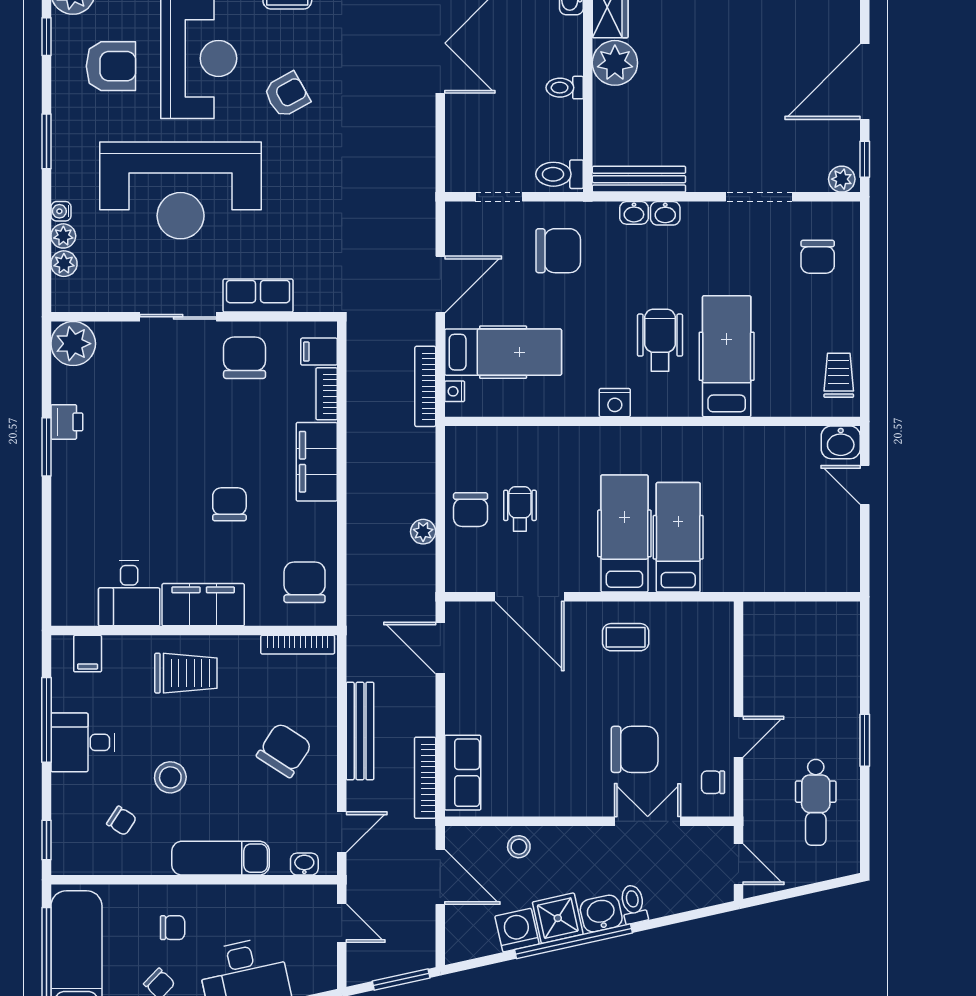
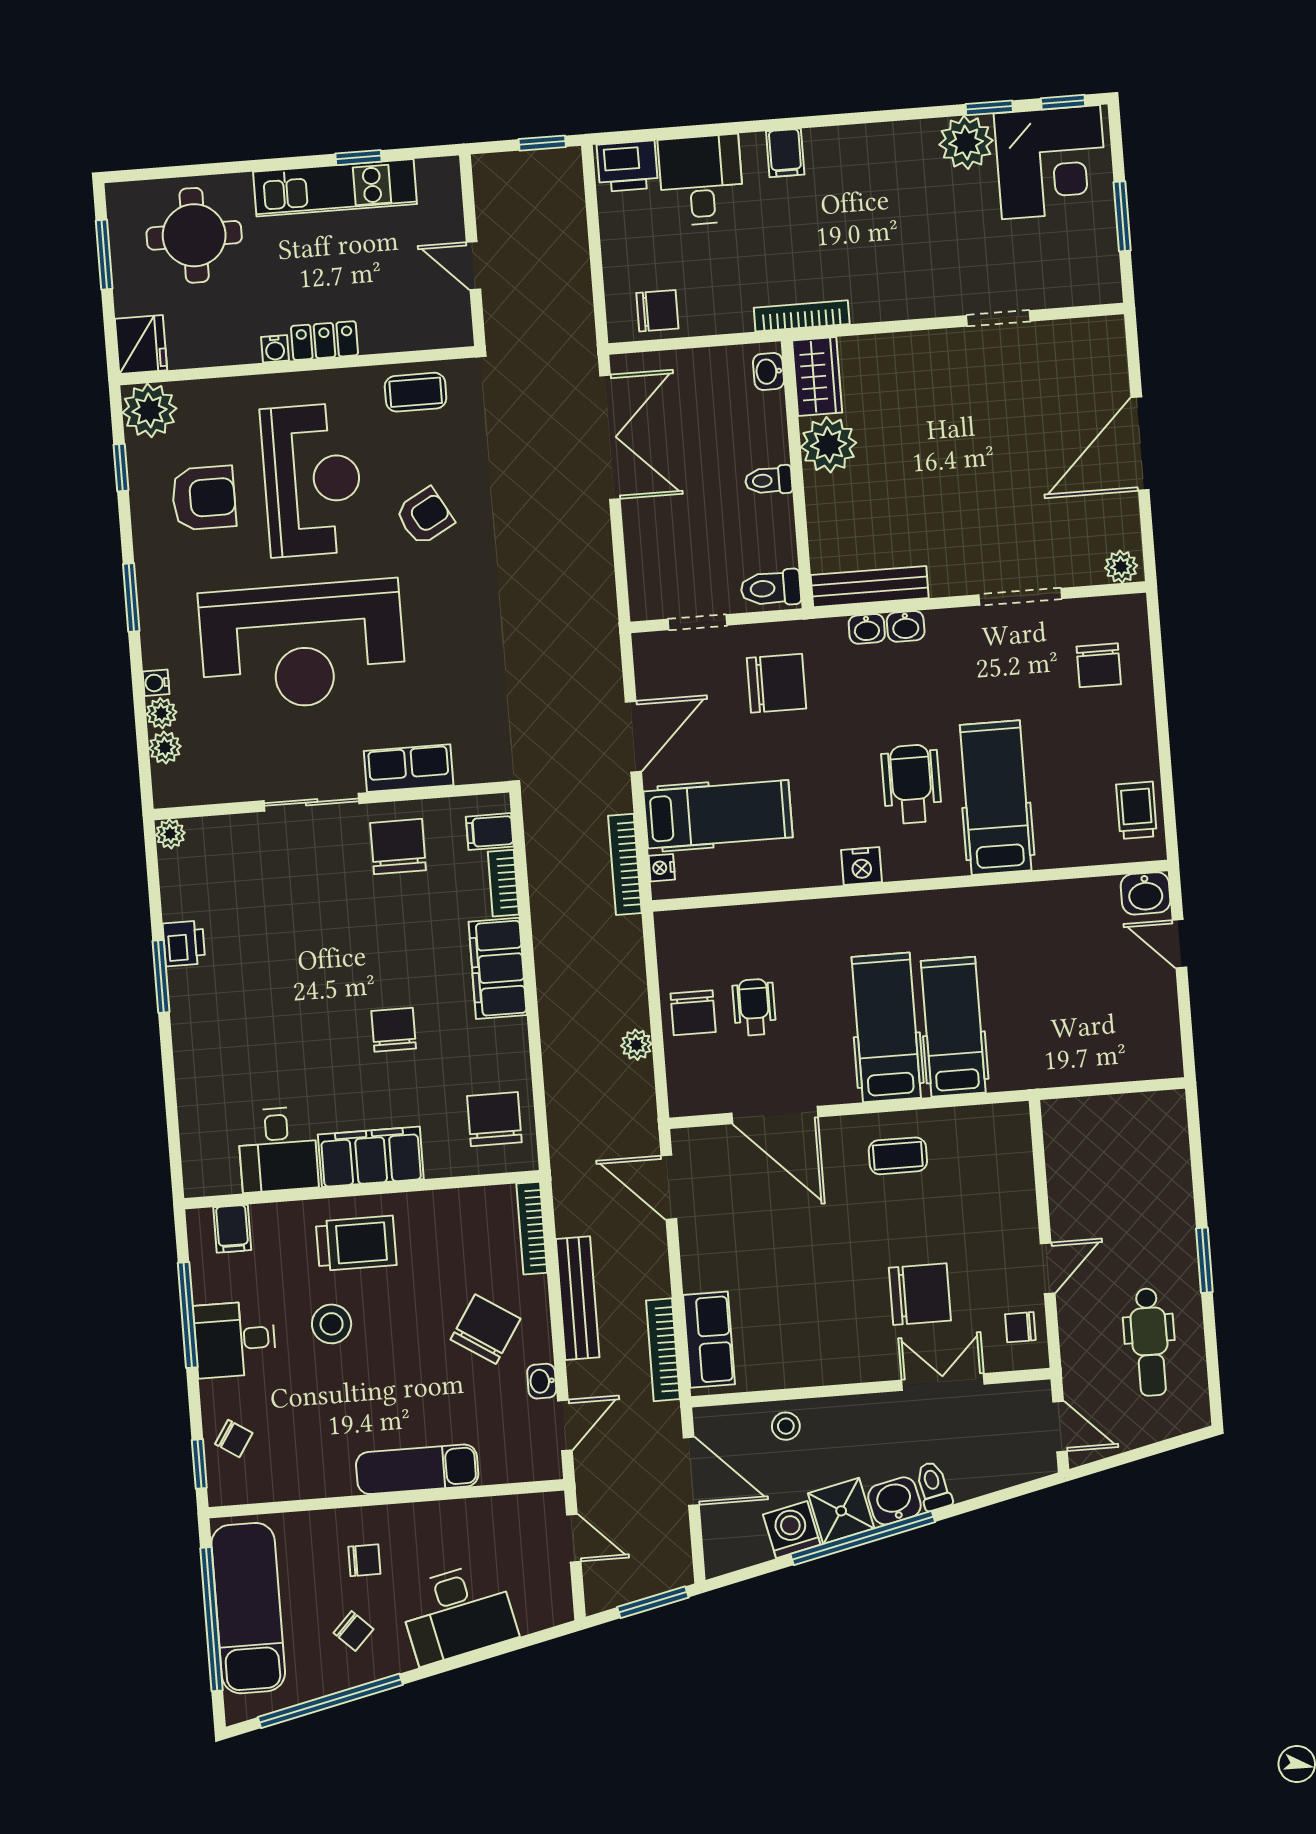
window: (865, 159) -> (1148, 540), removed
plant: (73, 344) -> (170, 834), width x0.53, depth x0.53
bookcase: (298, 645) -> (532, 1228), moved, turned 90
stool: (170, 777) -> (332, 1324), moved
chair: (122, 821) -> (234, 1438), moved
washbasin: (304, 864) -> (542, 1381), moved, turned -90

